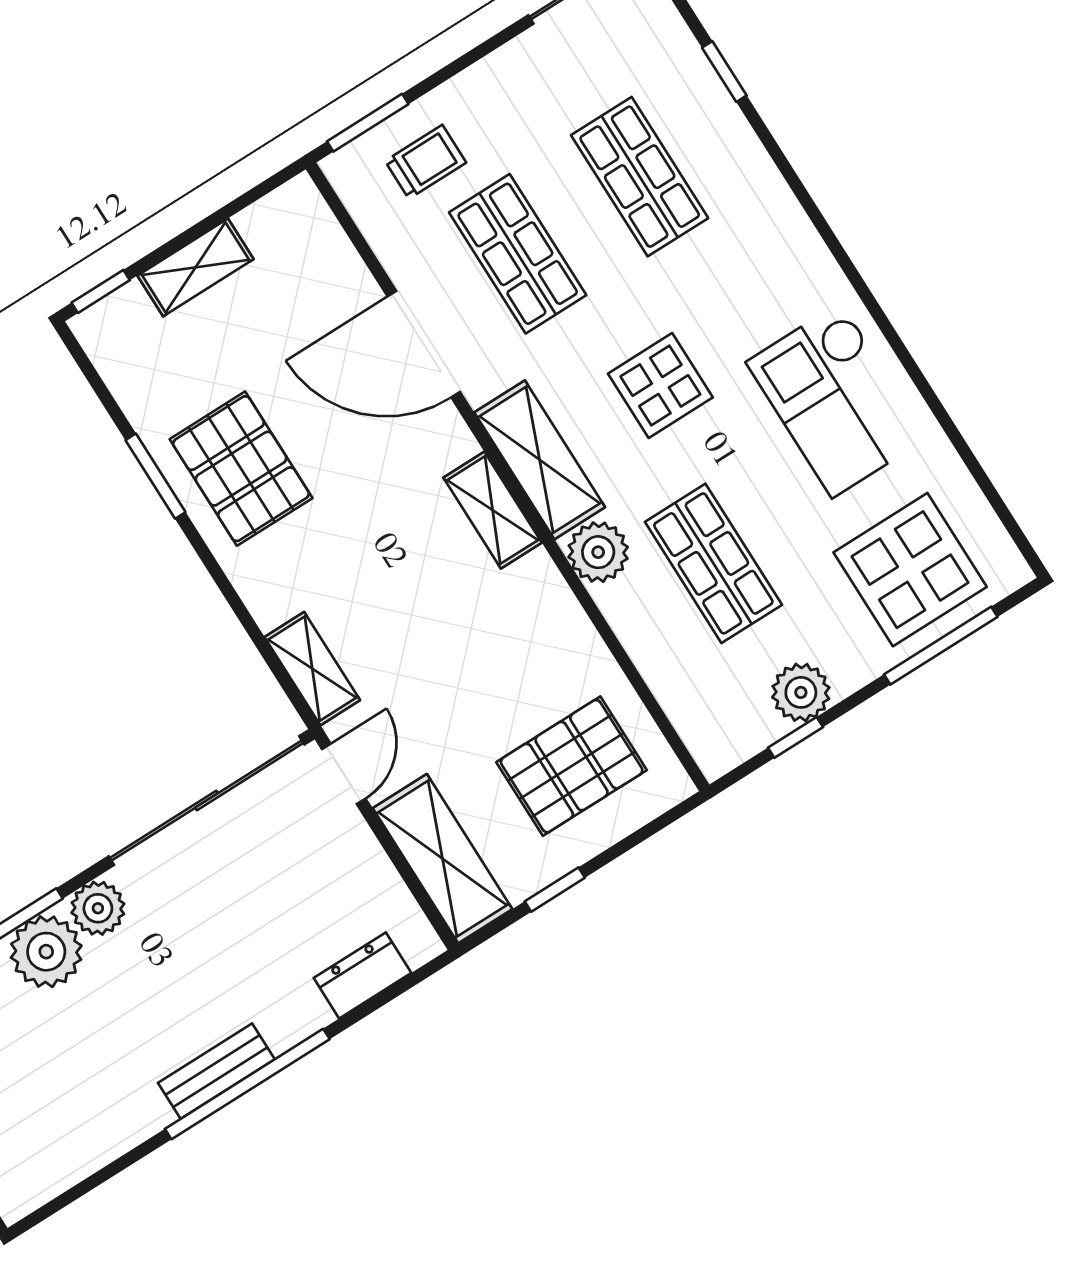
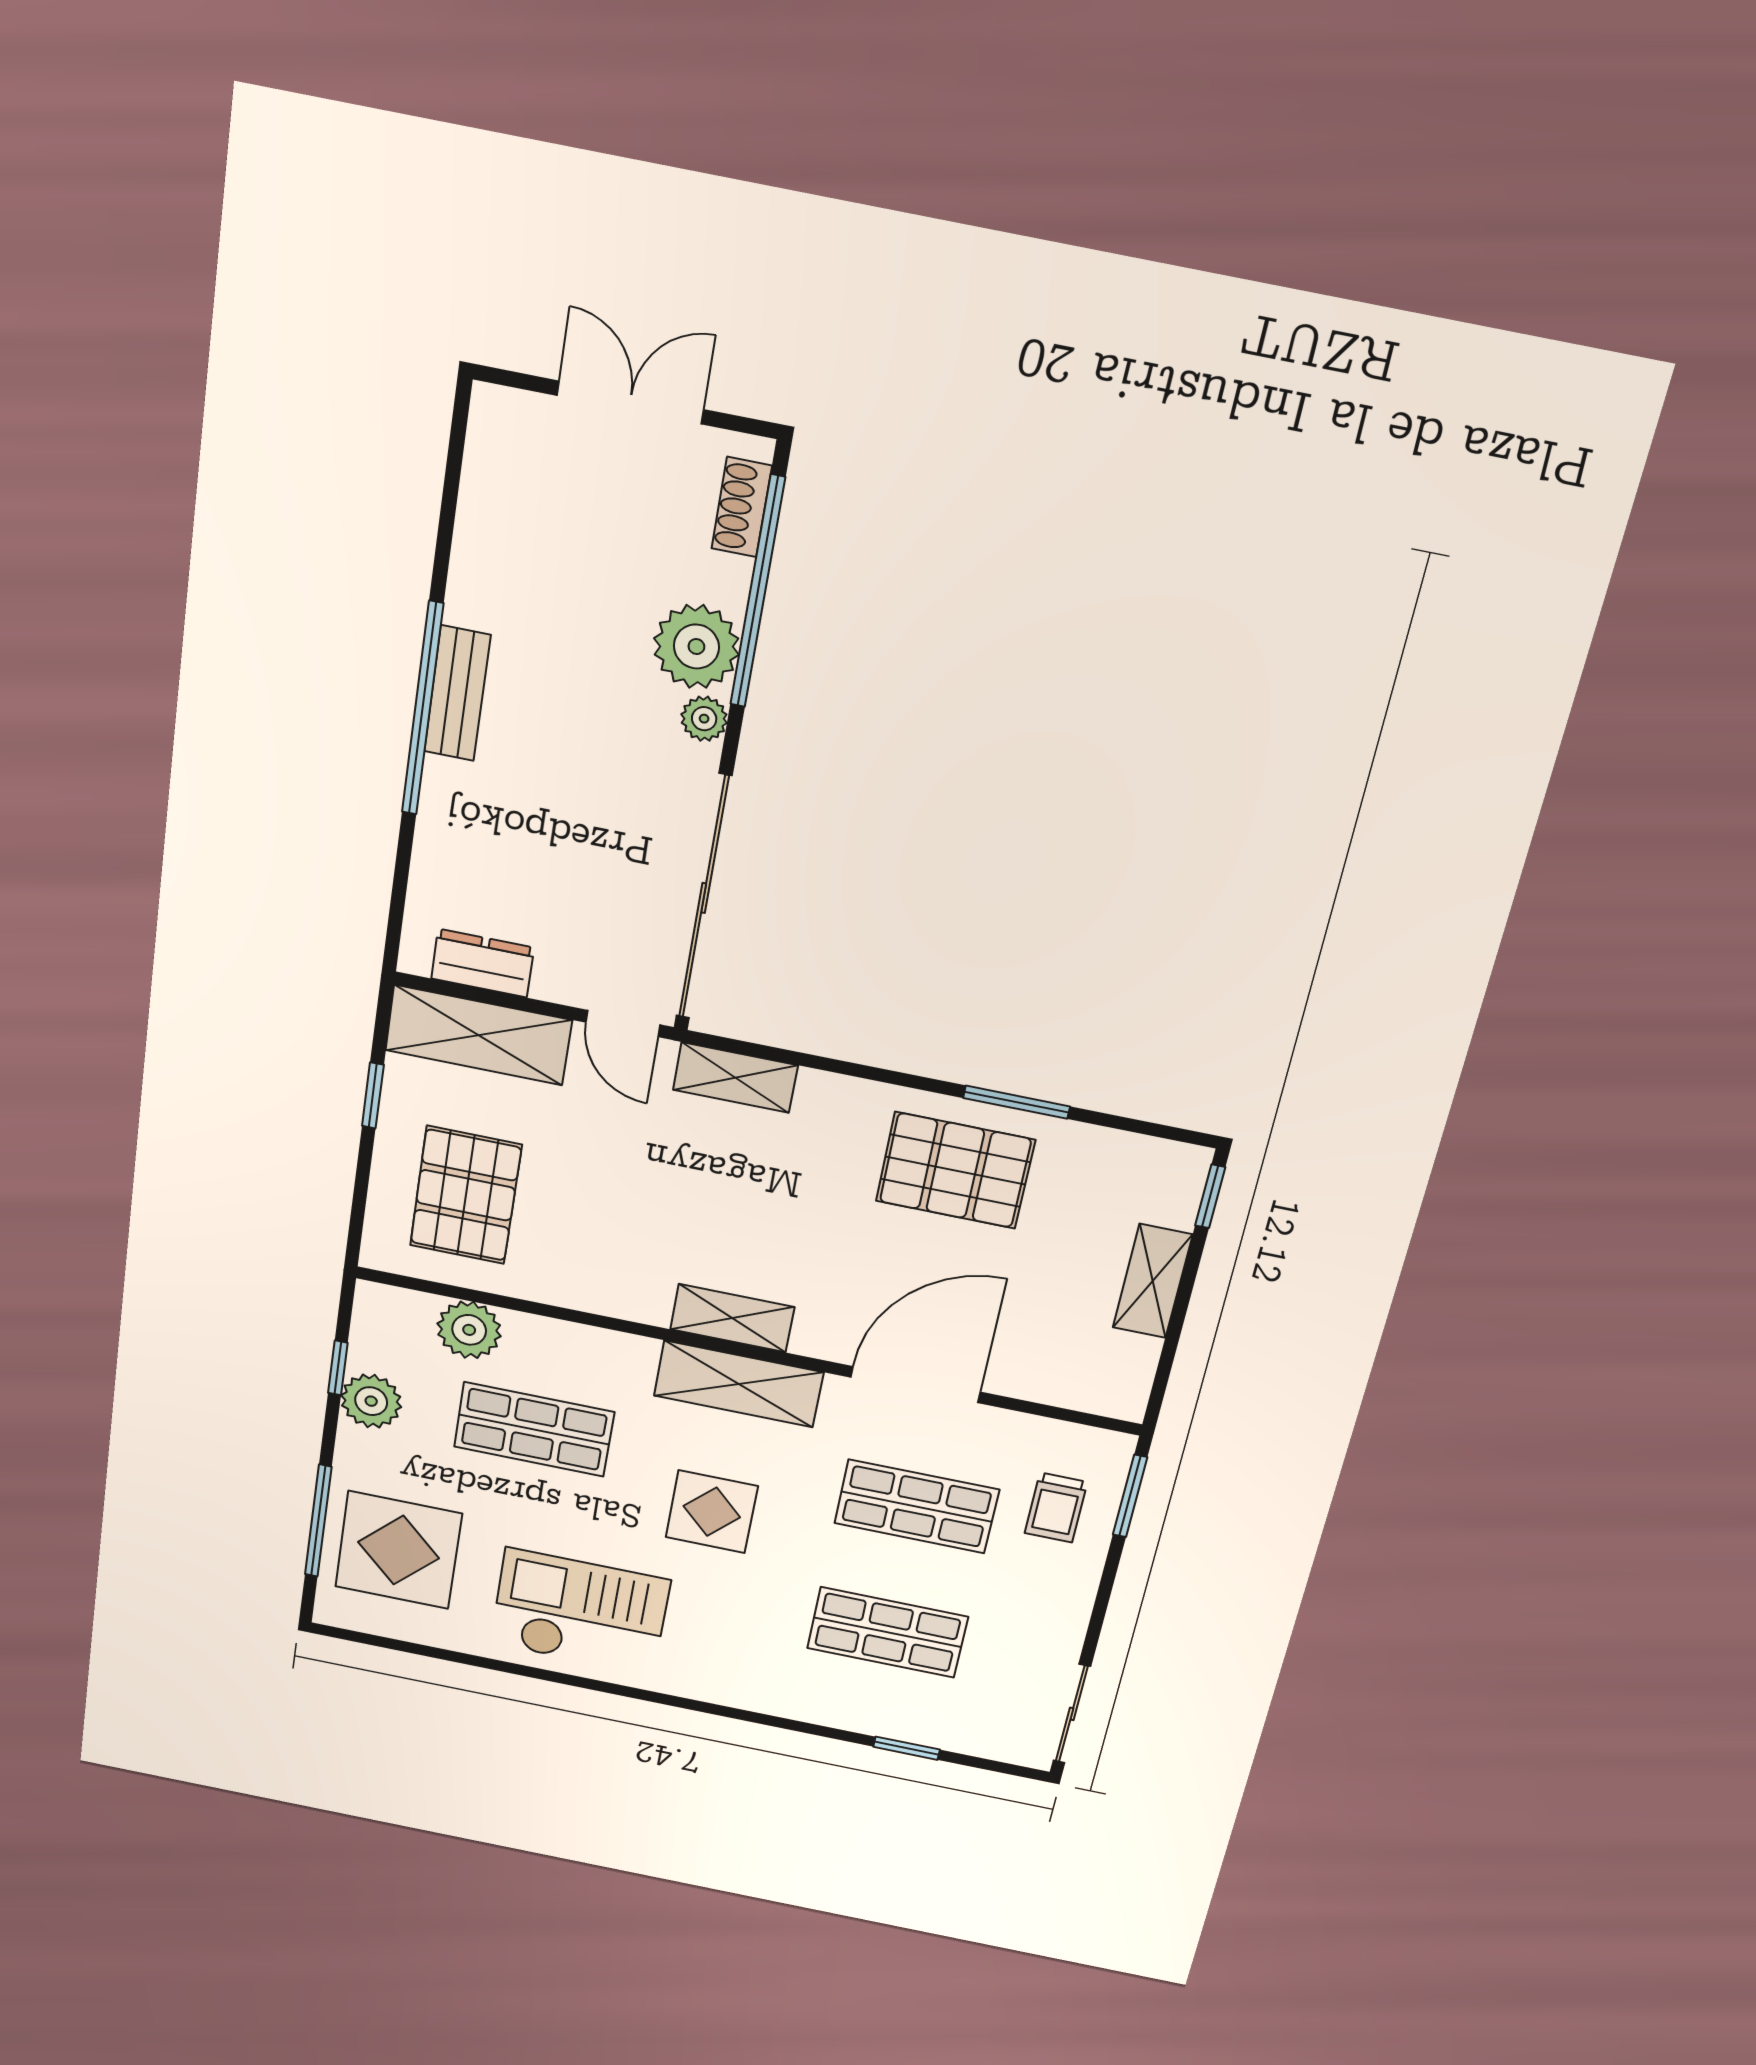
plant: (598, 552) -> (469, 1330), moved
plant: (98, 908) -> (704, 719), width x0.73, depth x0.73
dresser: (362, 975) -> (483, 963), moved, turned -90

